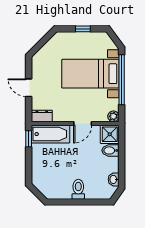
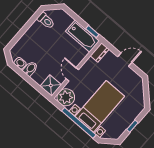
plant: (113, 116) -> (66, 97), width x1.87, depth x1.87
bathtub: (50, 134) -> (83, 36), moved, turned -90
bidet: (110, 150) -> (30, 69), moved
toilet: (78, 189) -> (46, 21), moved

